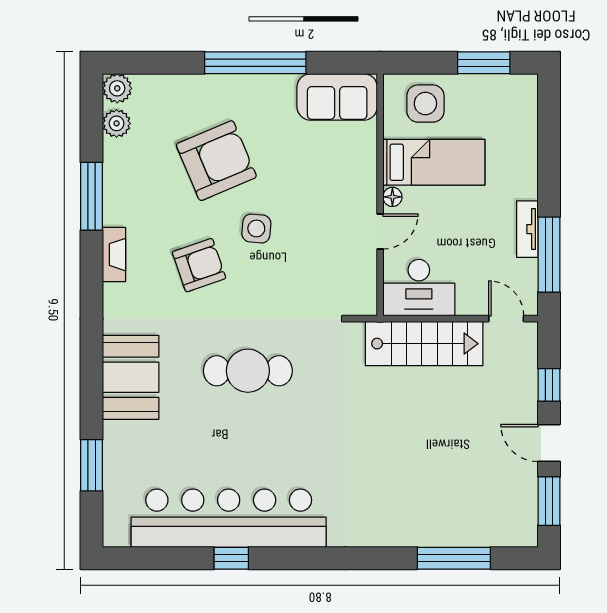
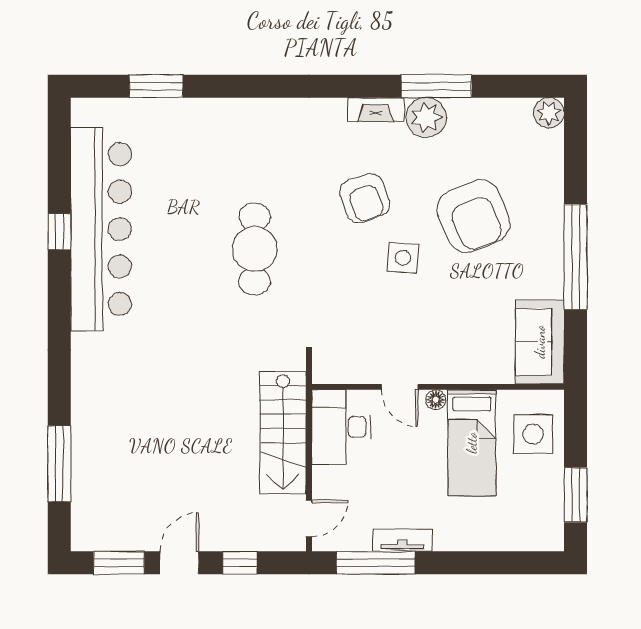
plant: (117, 123) -> (426, 118), moved, width x1.36, depth x1.36
booth: (131, 377) -> (248, 127), removed

